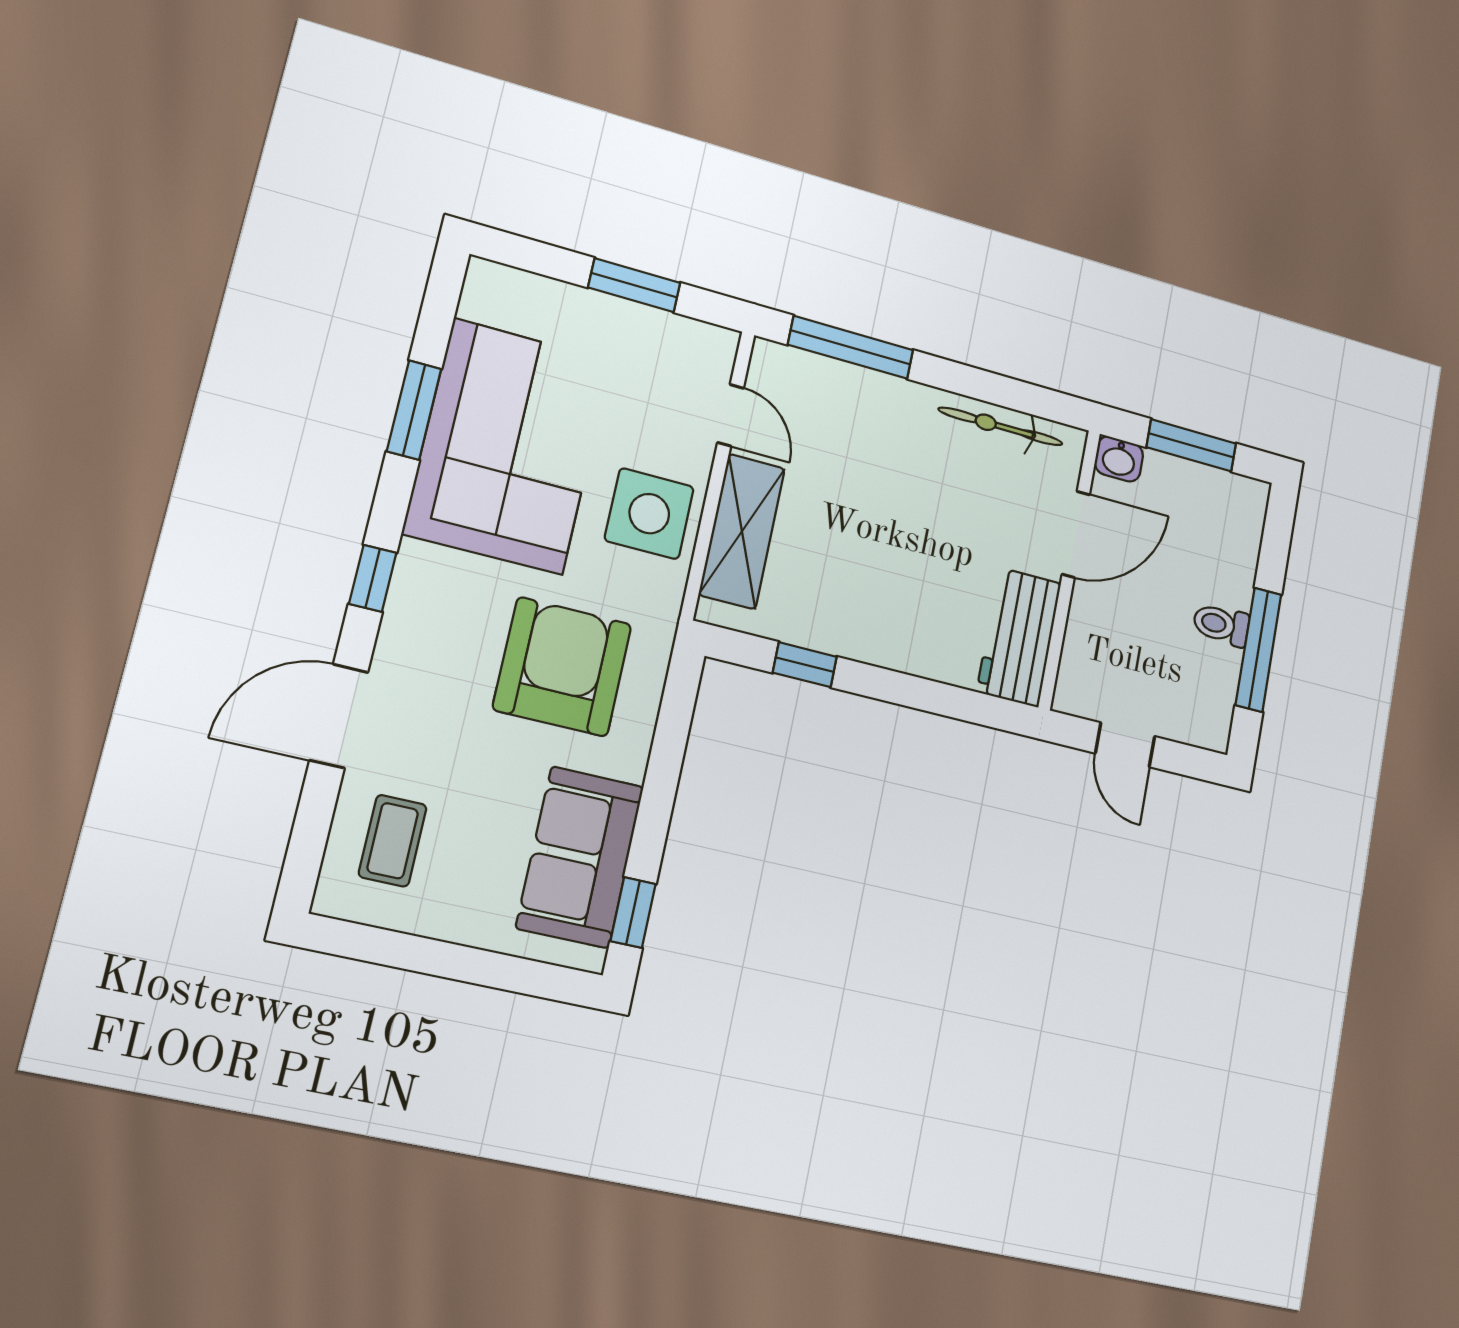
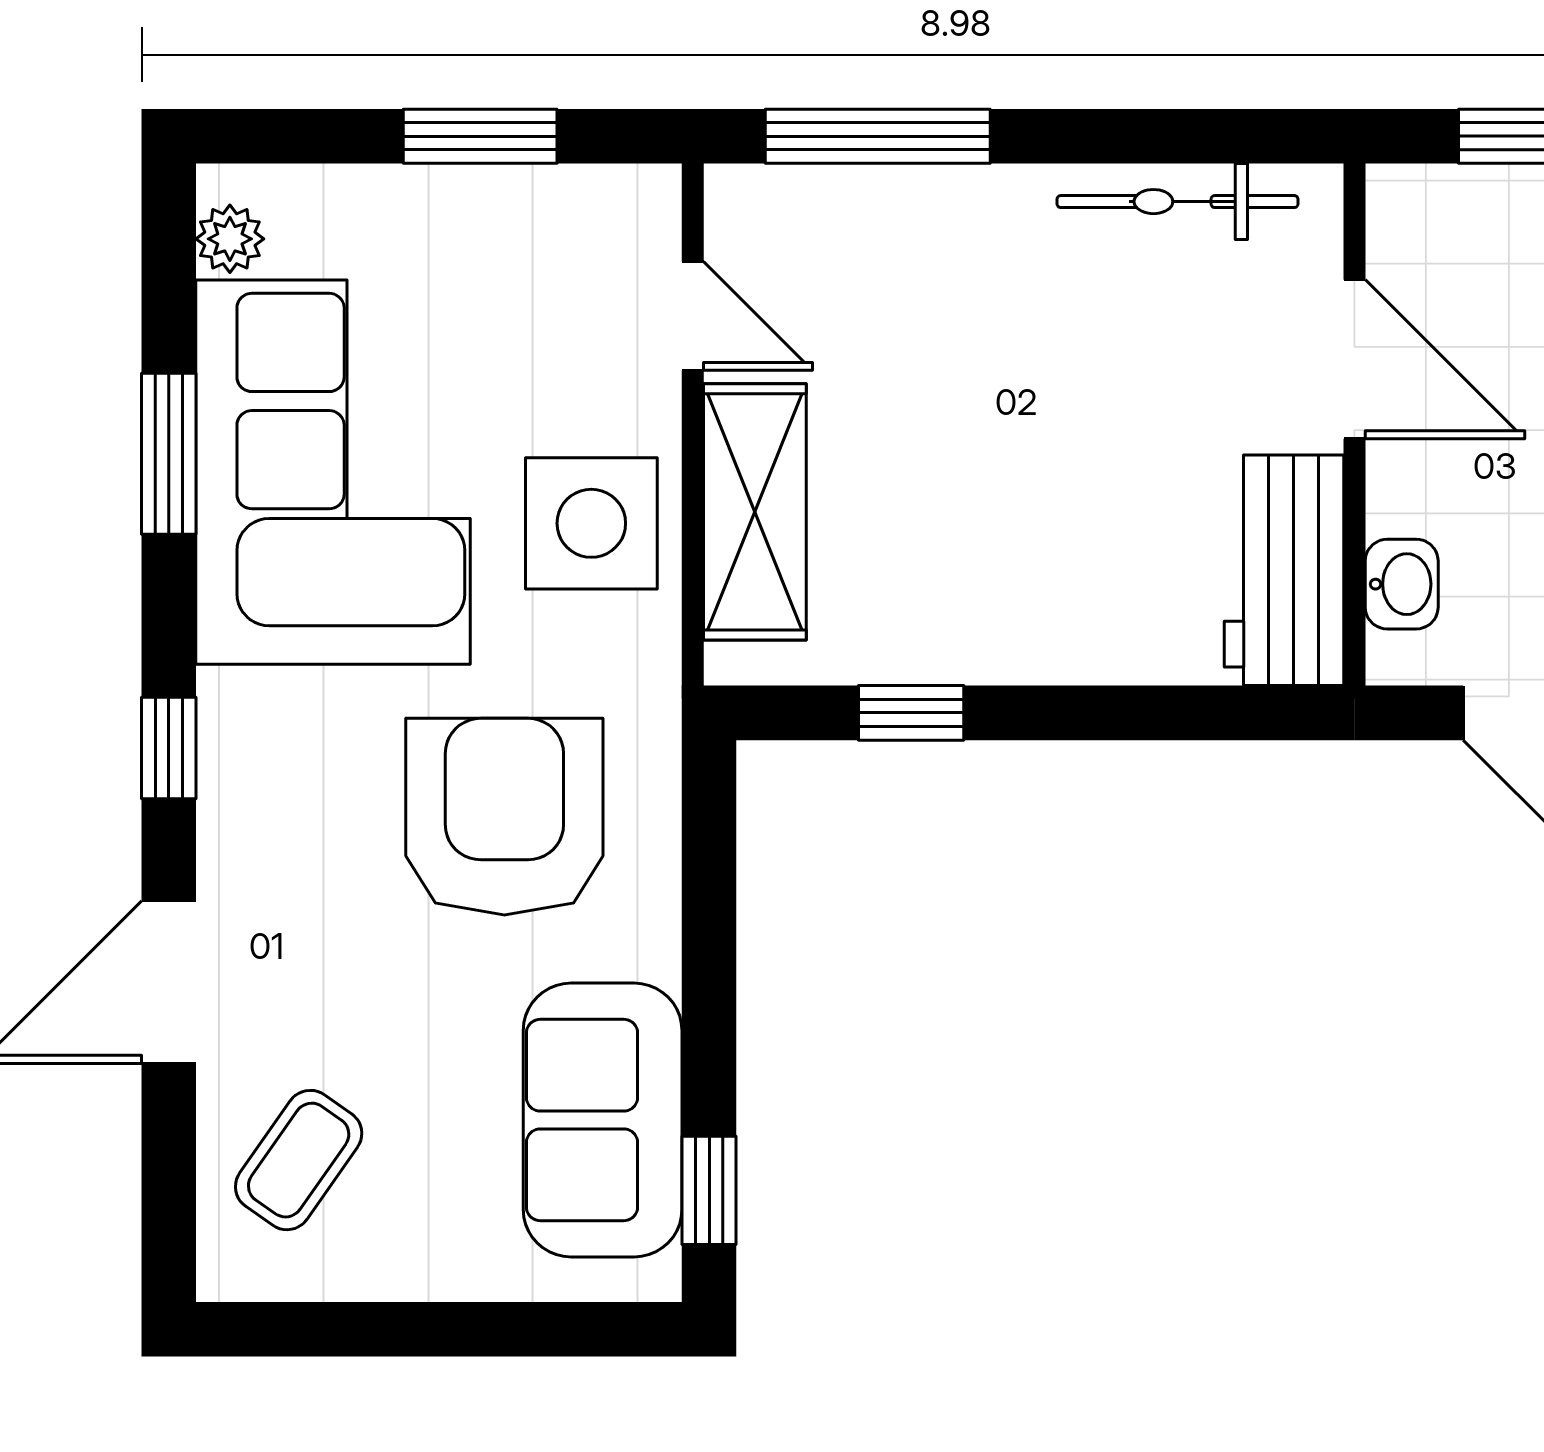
plant: (479, 300) -> (230, 239), added
washbasin: (1119, 459) -> (1402, 584), moved, turned -90
door: (1076, 534) -> (1354, 359), hinge flipped
coffee table: (393, 841) -> (299, 1160), turned 35

